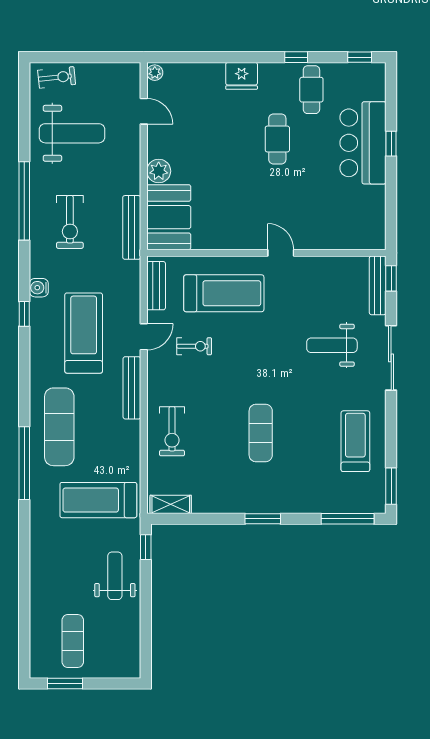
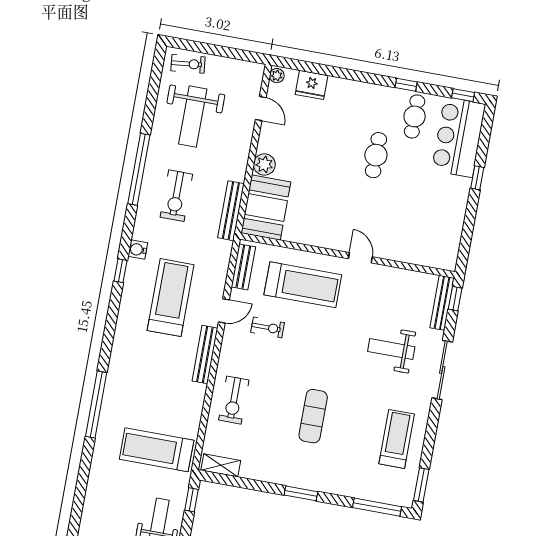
fridge: (242, 76) -> (312, 85), moved
weight bench: (72, 133) -> (193, 117), turned 90
bar counter: (363, 143) -> (459, 137), moved
exercise mat: (59, 427) -> (133, 378), removed

